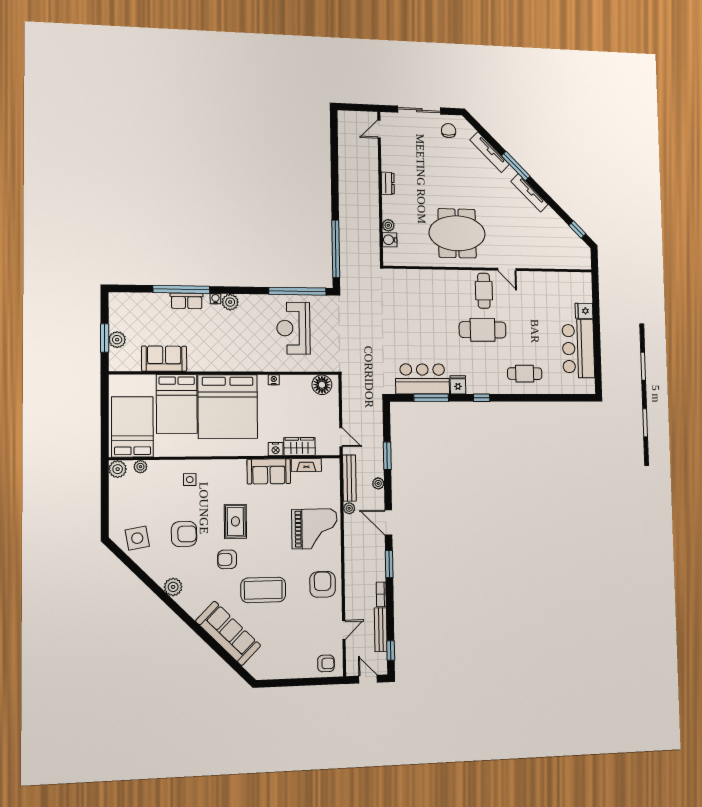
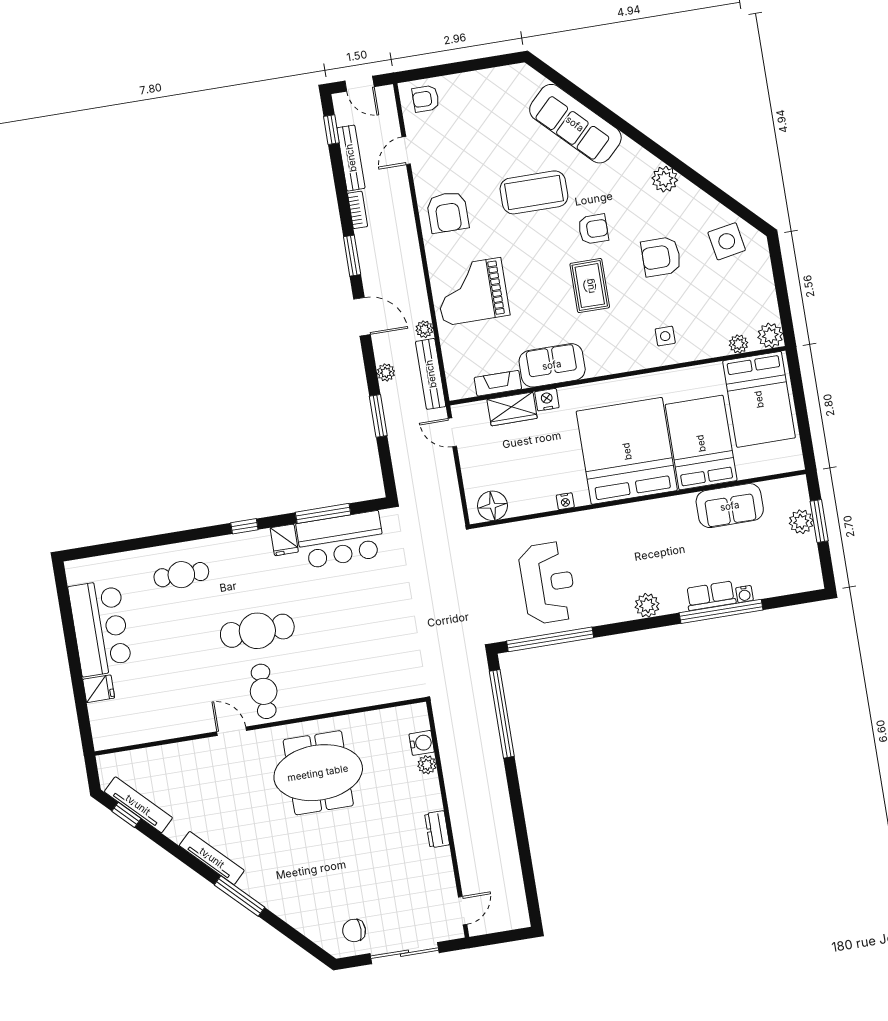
chair: (449, 131) -> (354, 930), turned 90
tv unit: (490, 152) -> (138, 805), moved
water cooler: (215, 299) -> (744, 594), moved

